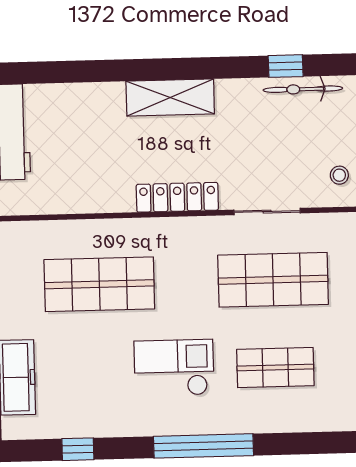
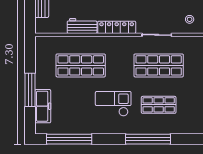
workbench: (100, 196) -> (82, 26), added
window: (203, 446) -> (148, 139), moved
window: (78, 449) -> (69, 139), width x3.17

